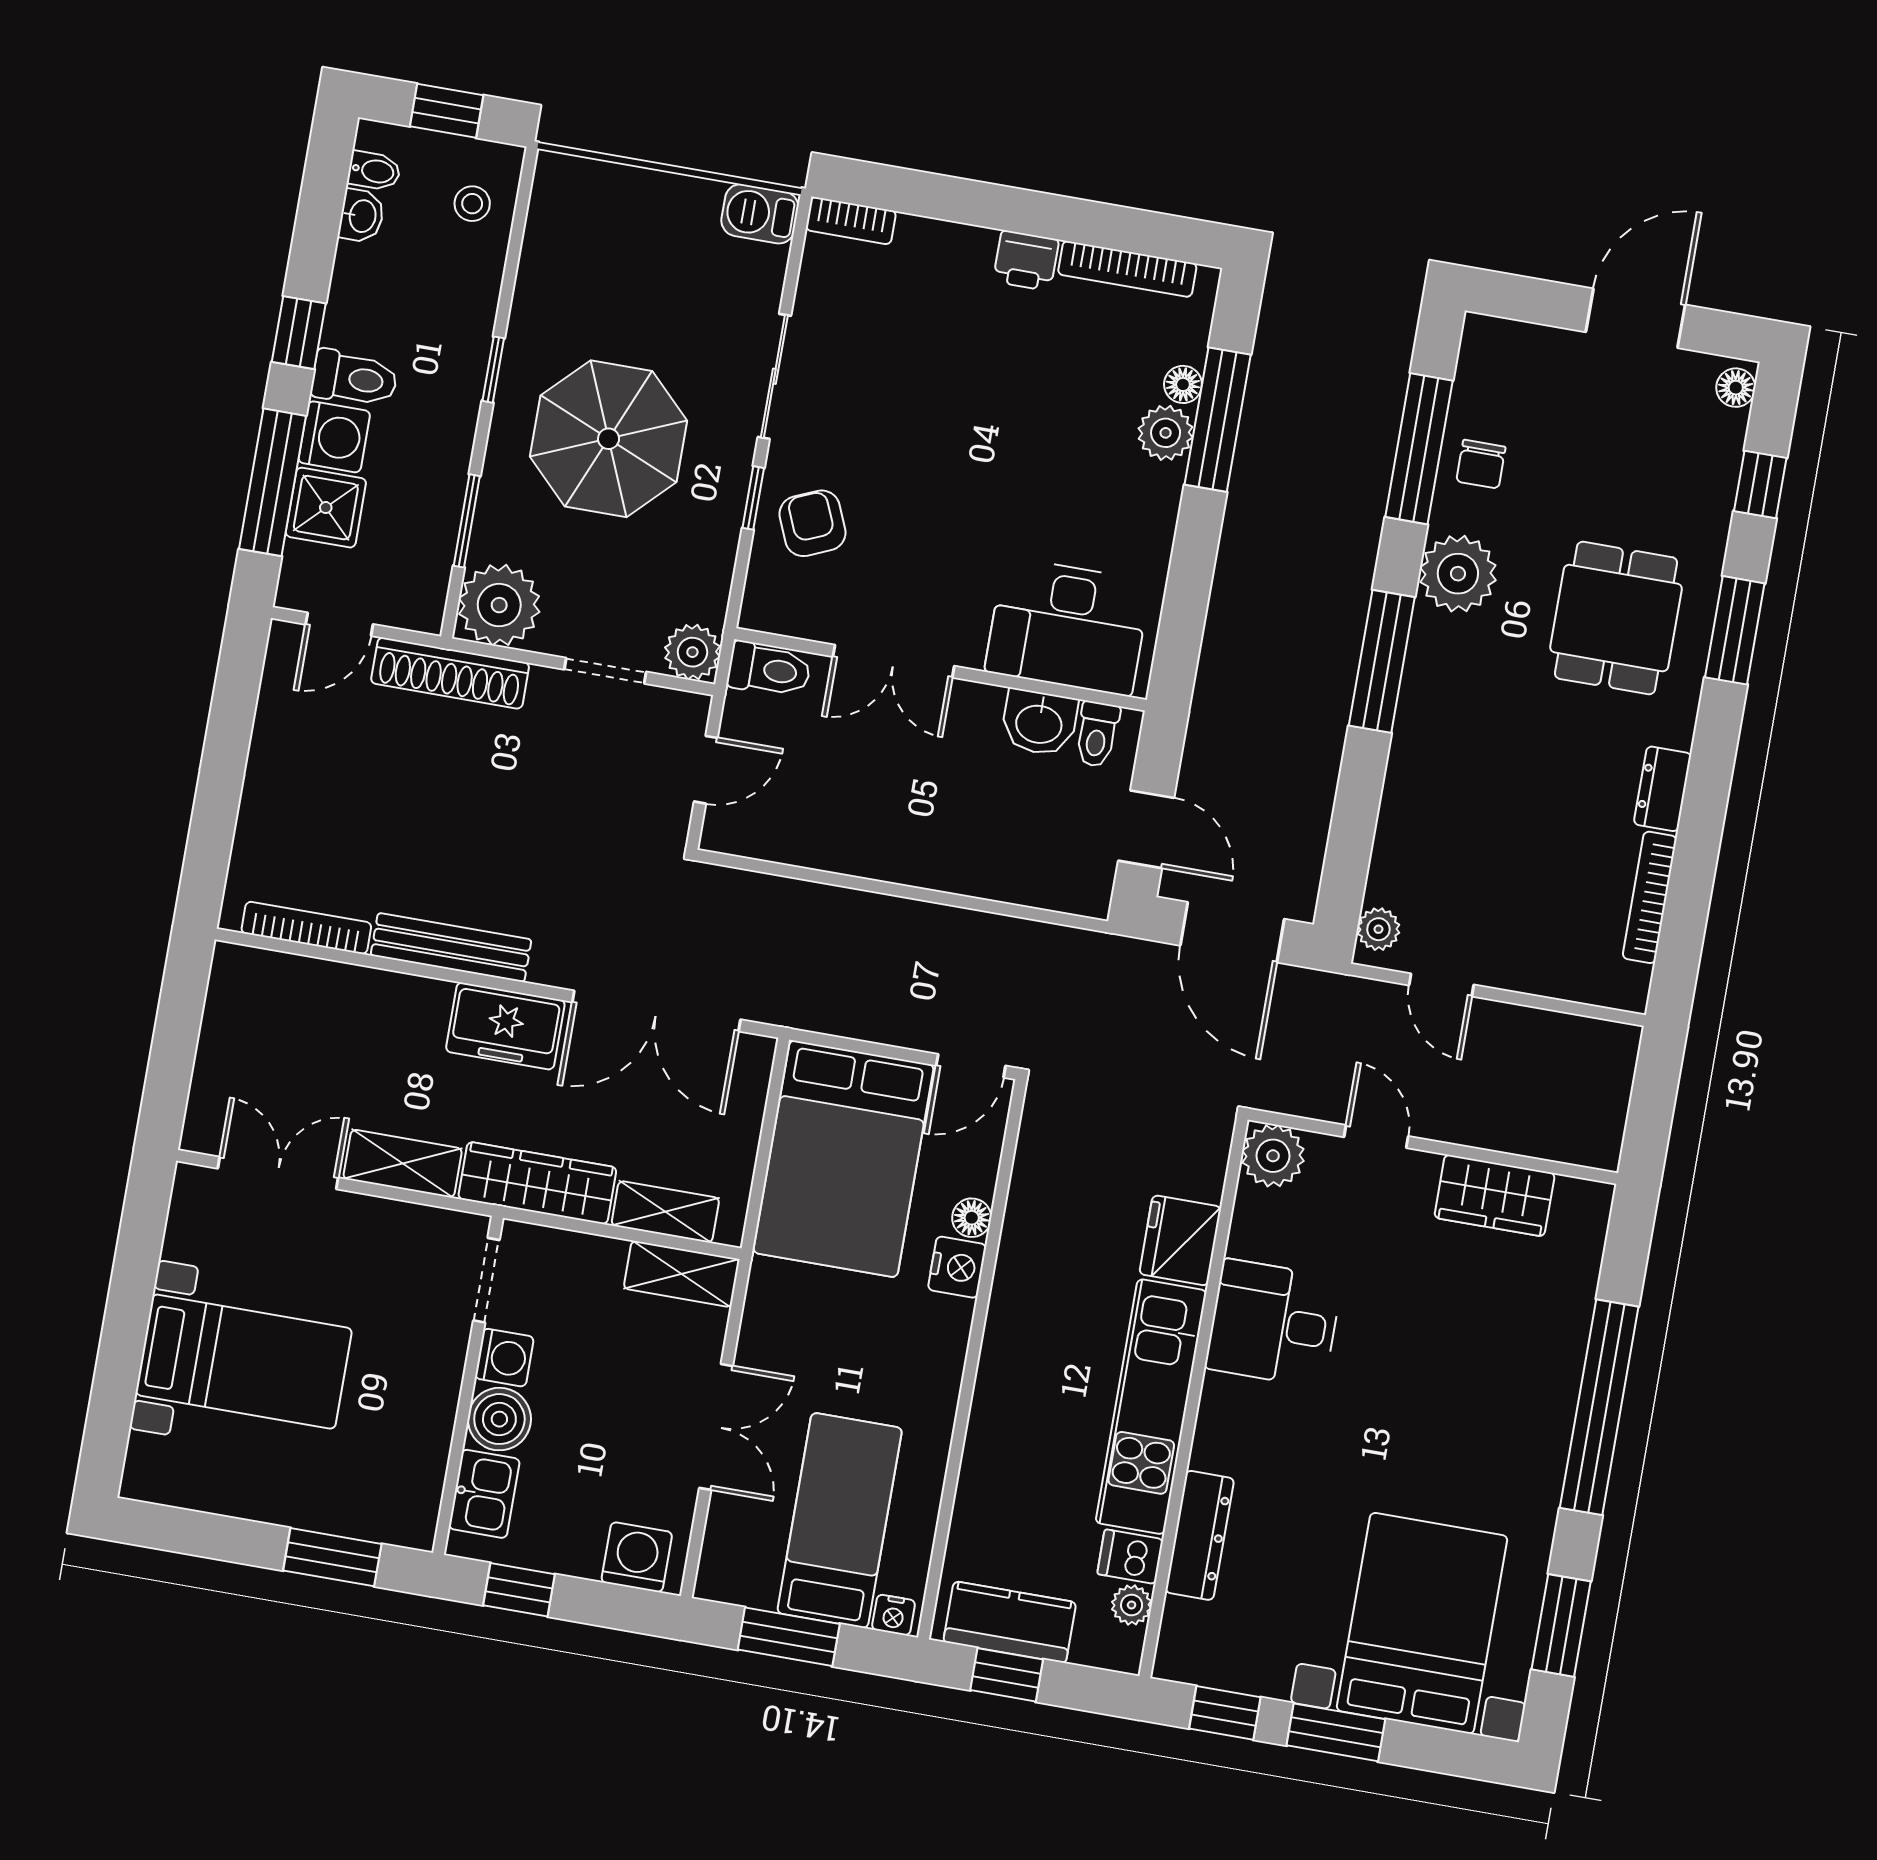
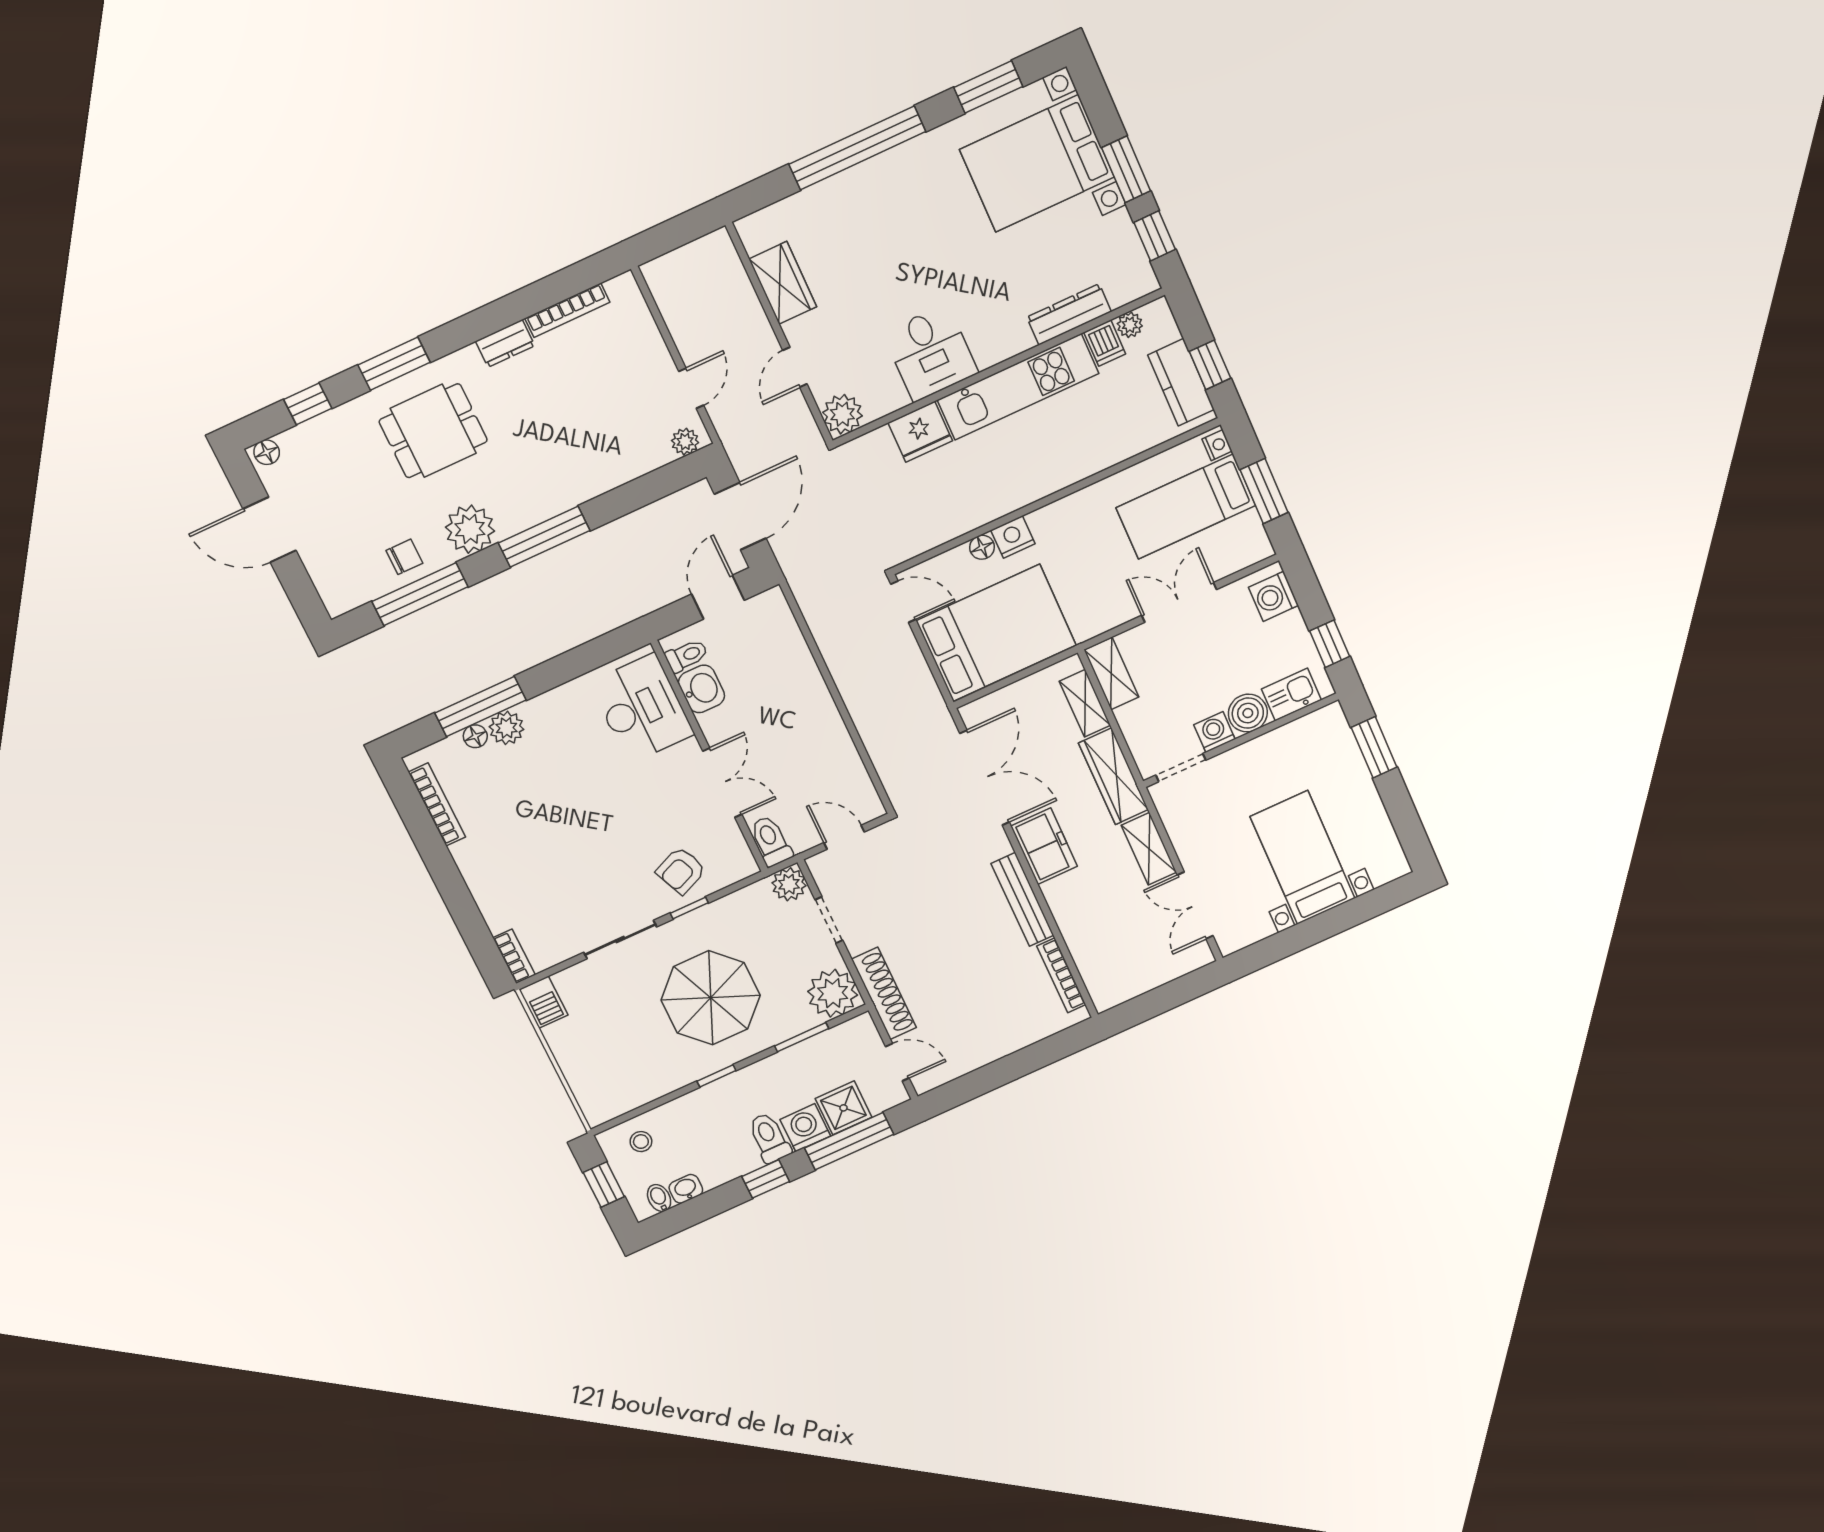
printer: (1026, 261) -> (470, 857), removed

